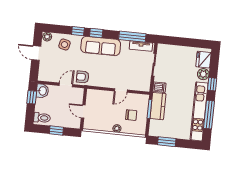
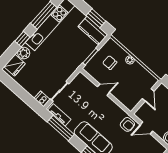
dishwasher: (159, 87) -> (42, 99), moved
kitchen counter: (158, 106) -> (93, 31), moved, turned -90

